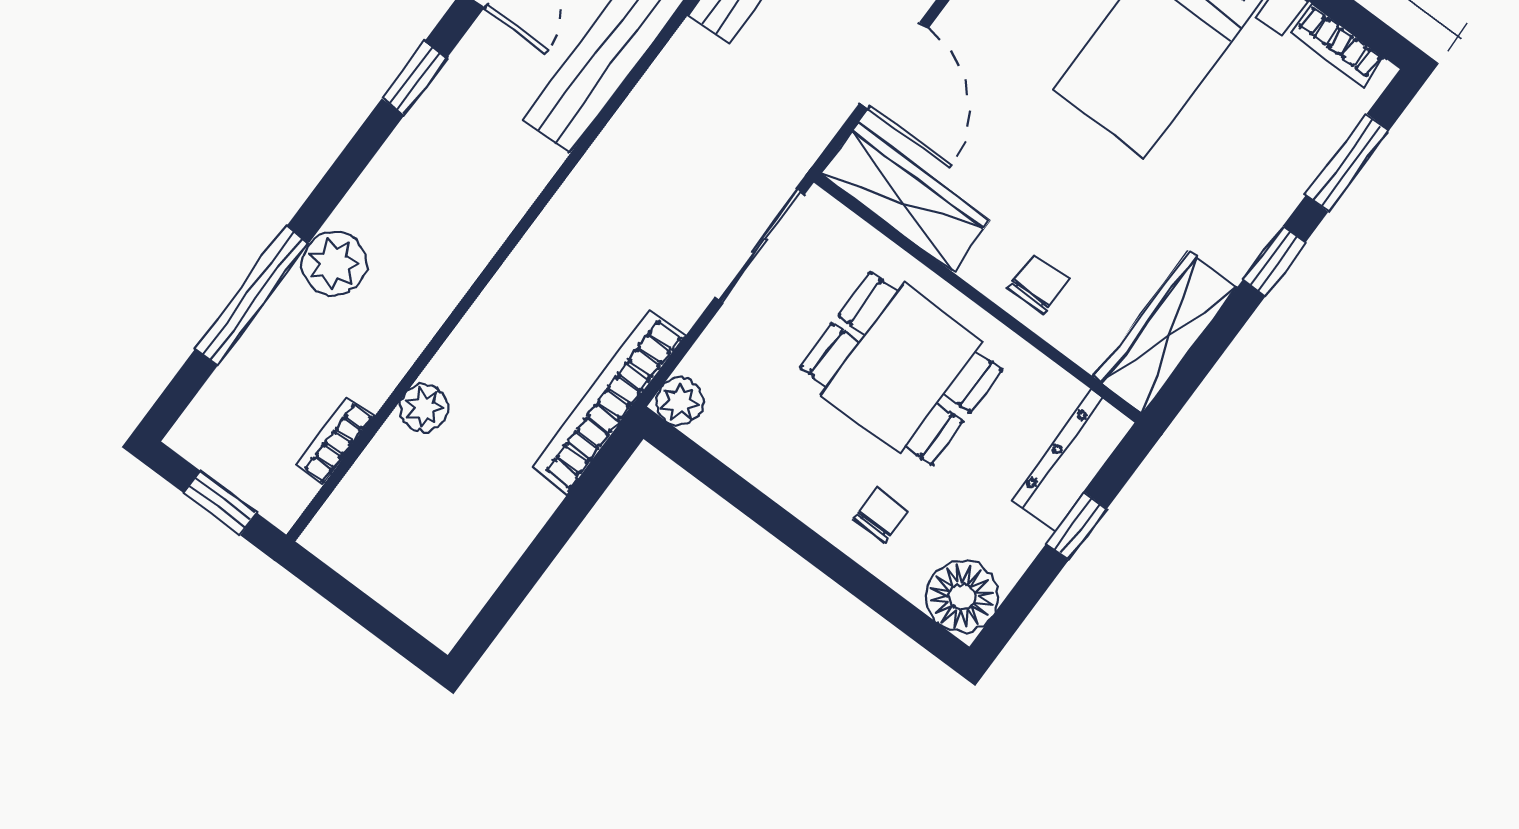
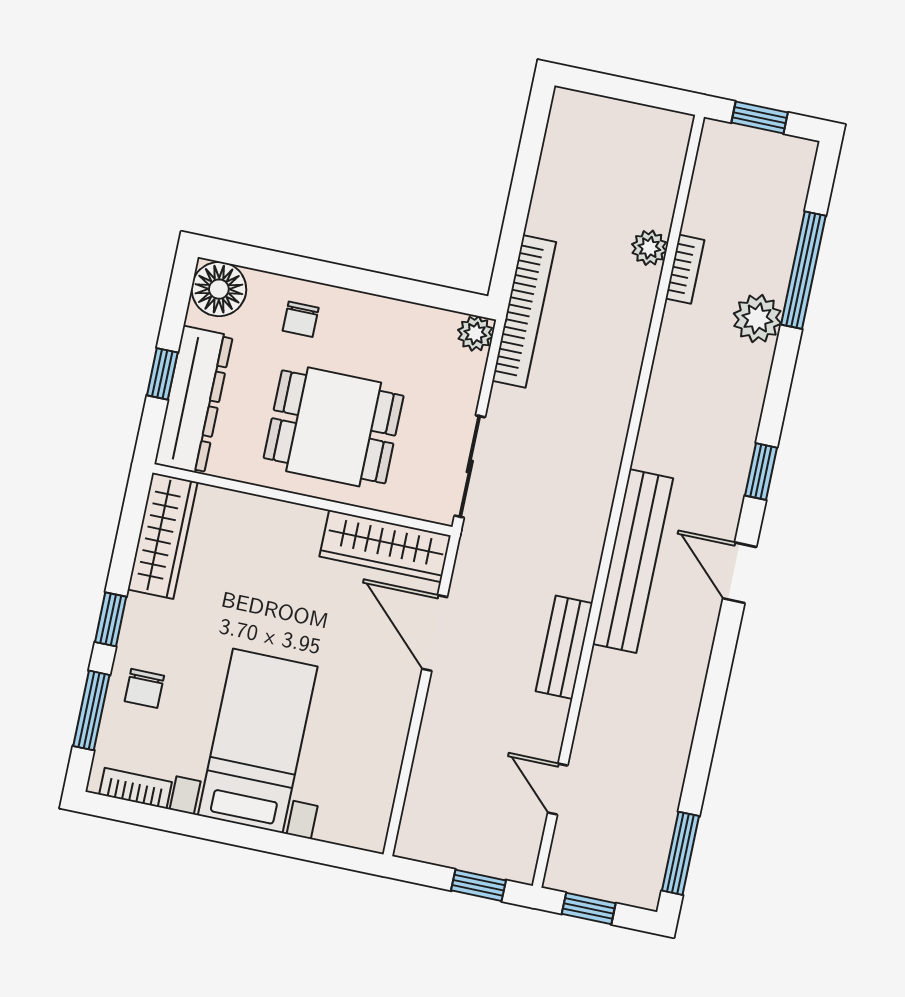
chair: (1038, 284) -> (144, 688), moved
bookcase: (335, 441) -> (685, 269), moved
dresser: (1074, 462) -> (194, 400), width x1.37, depth x1.24

